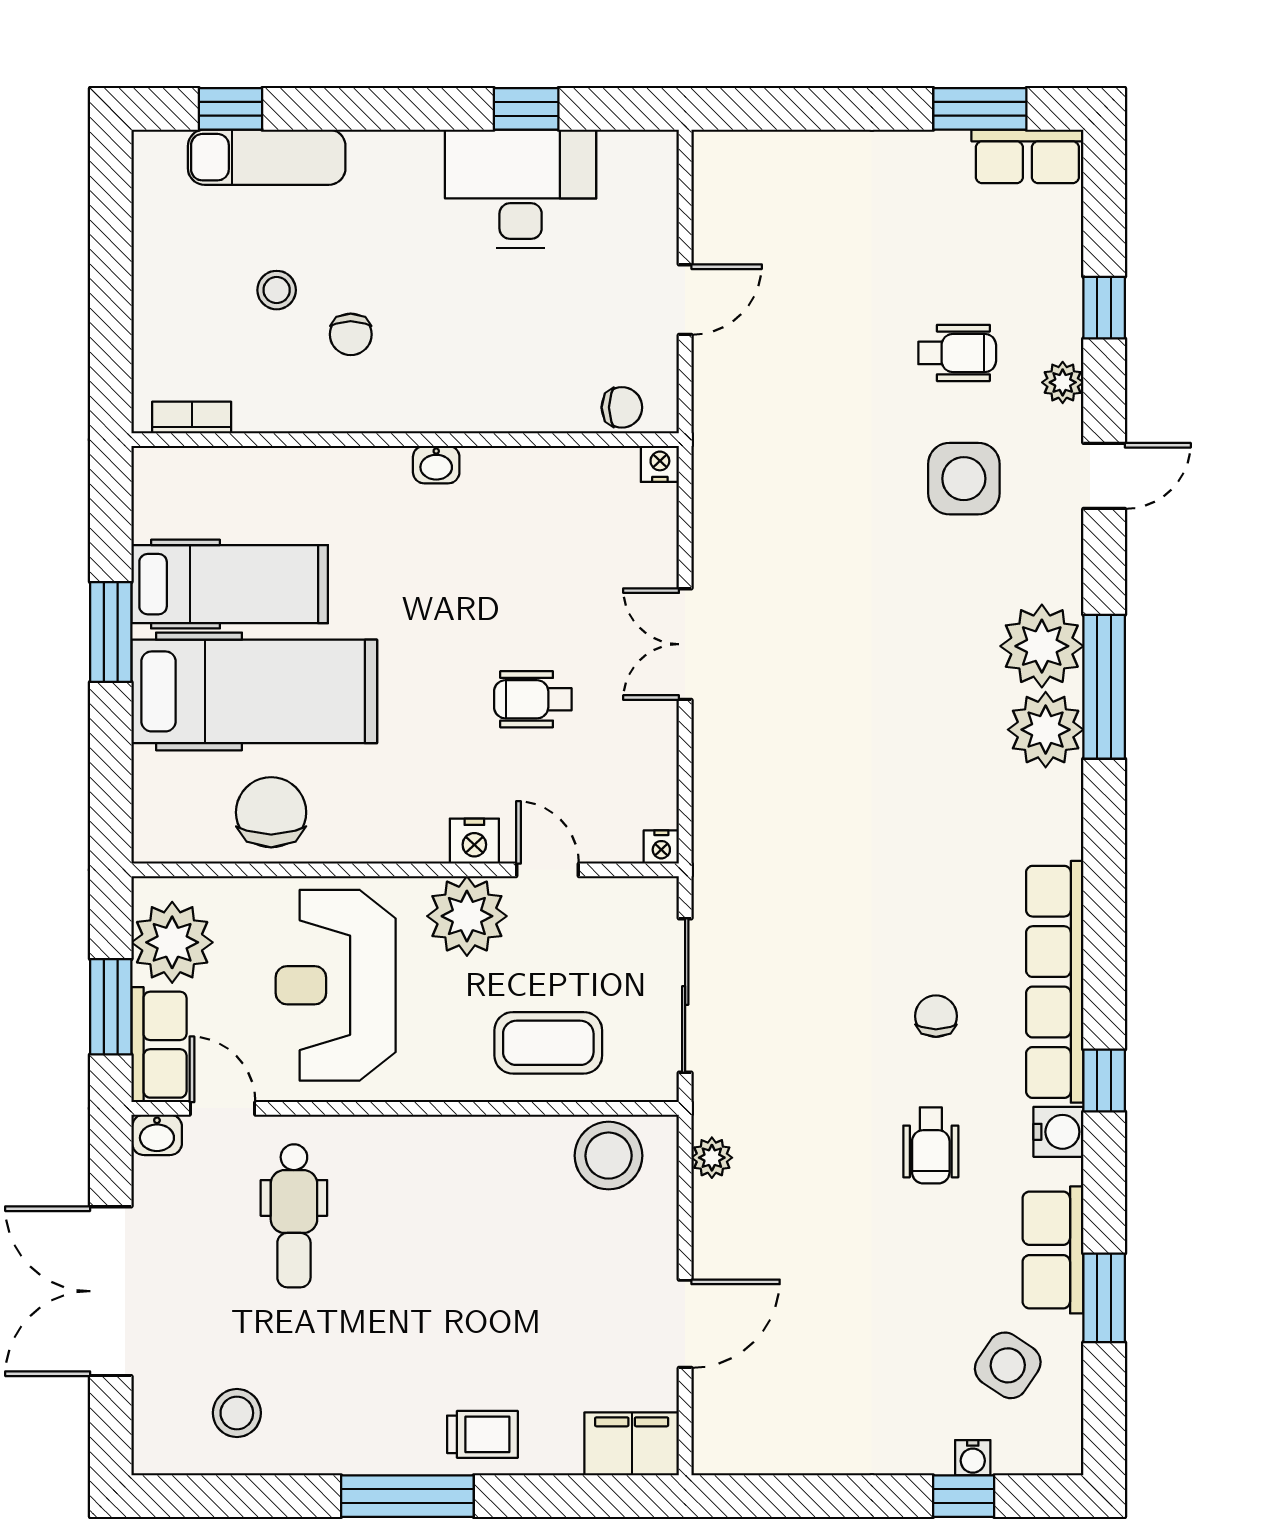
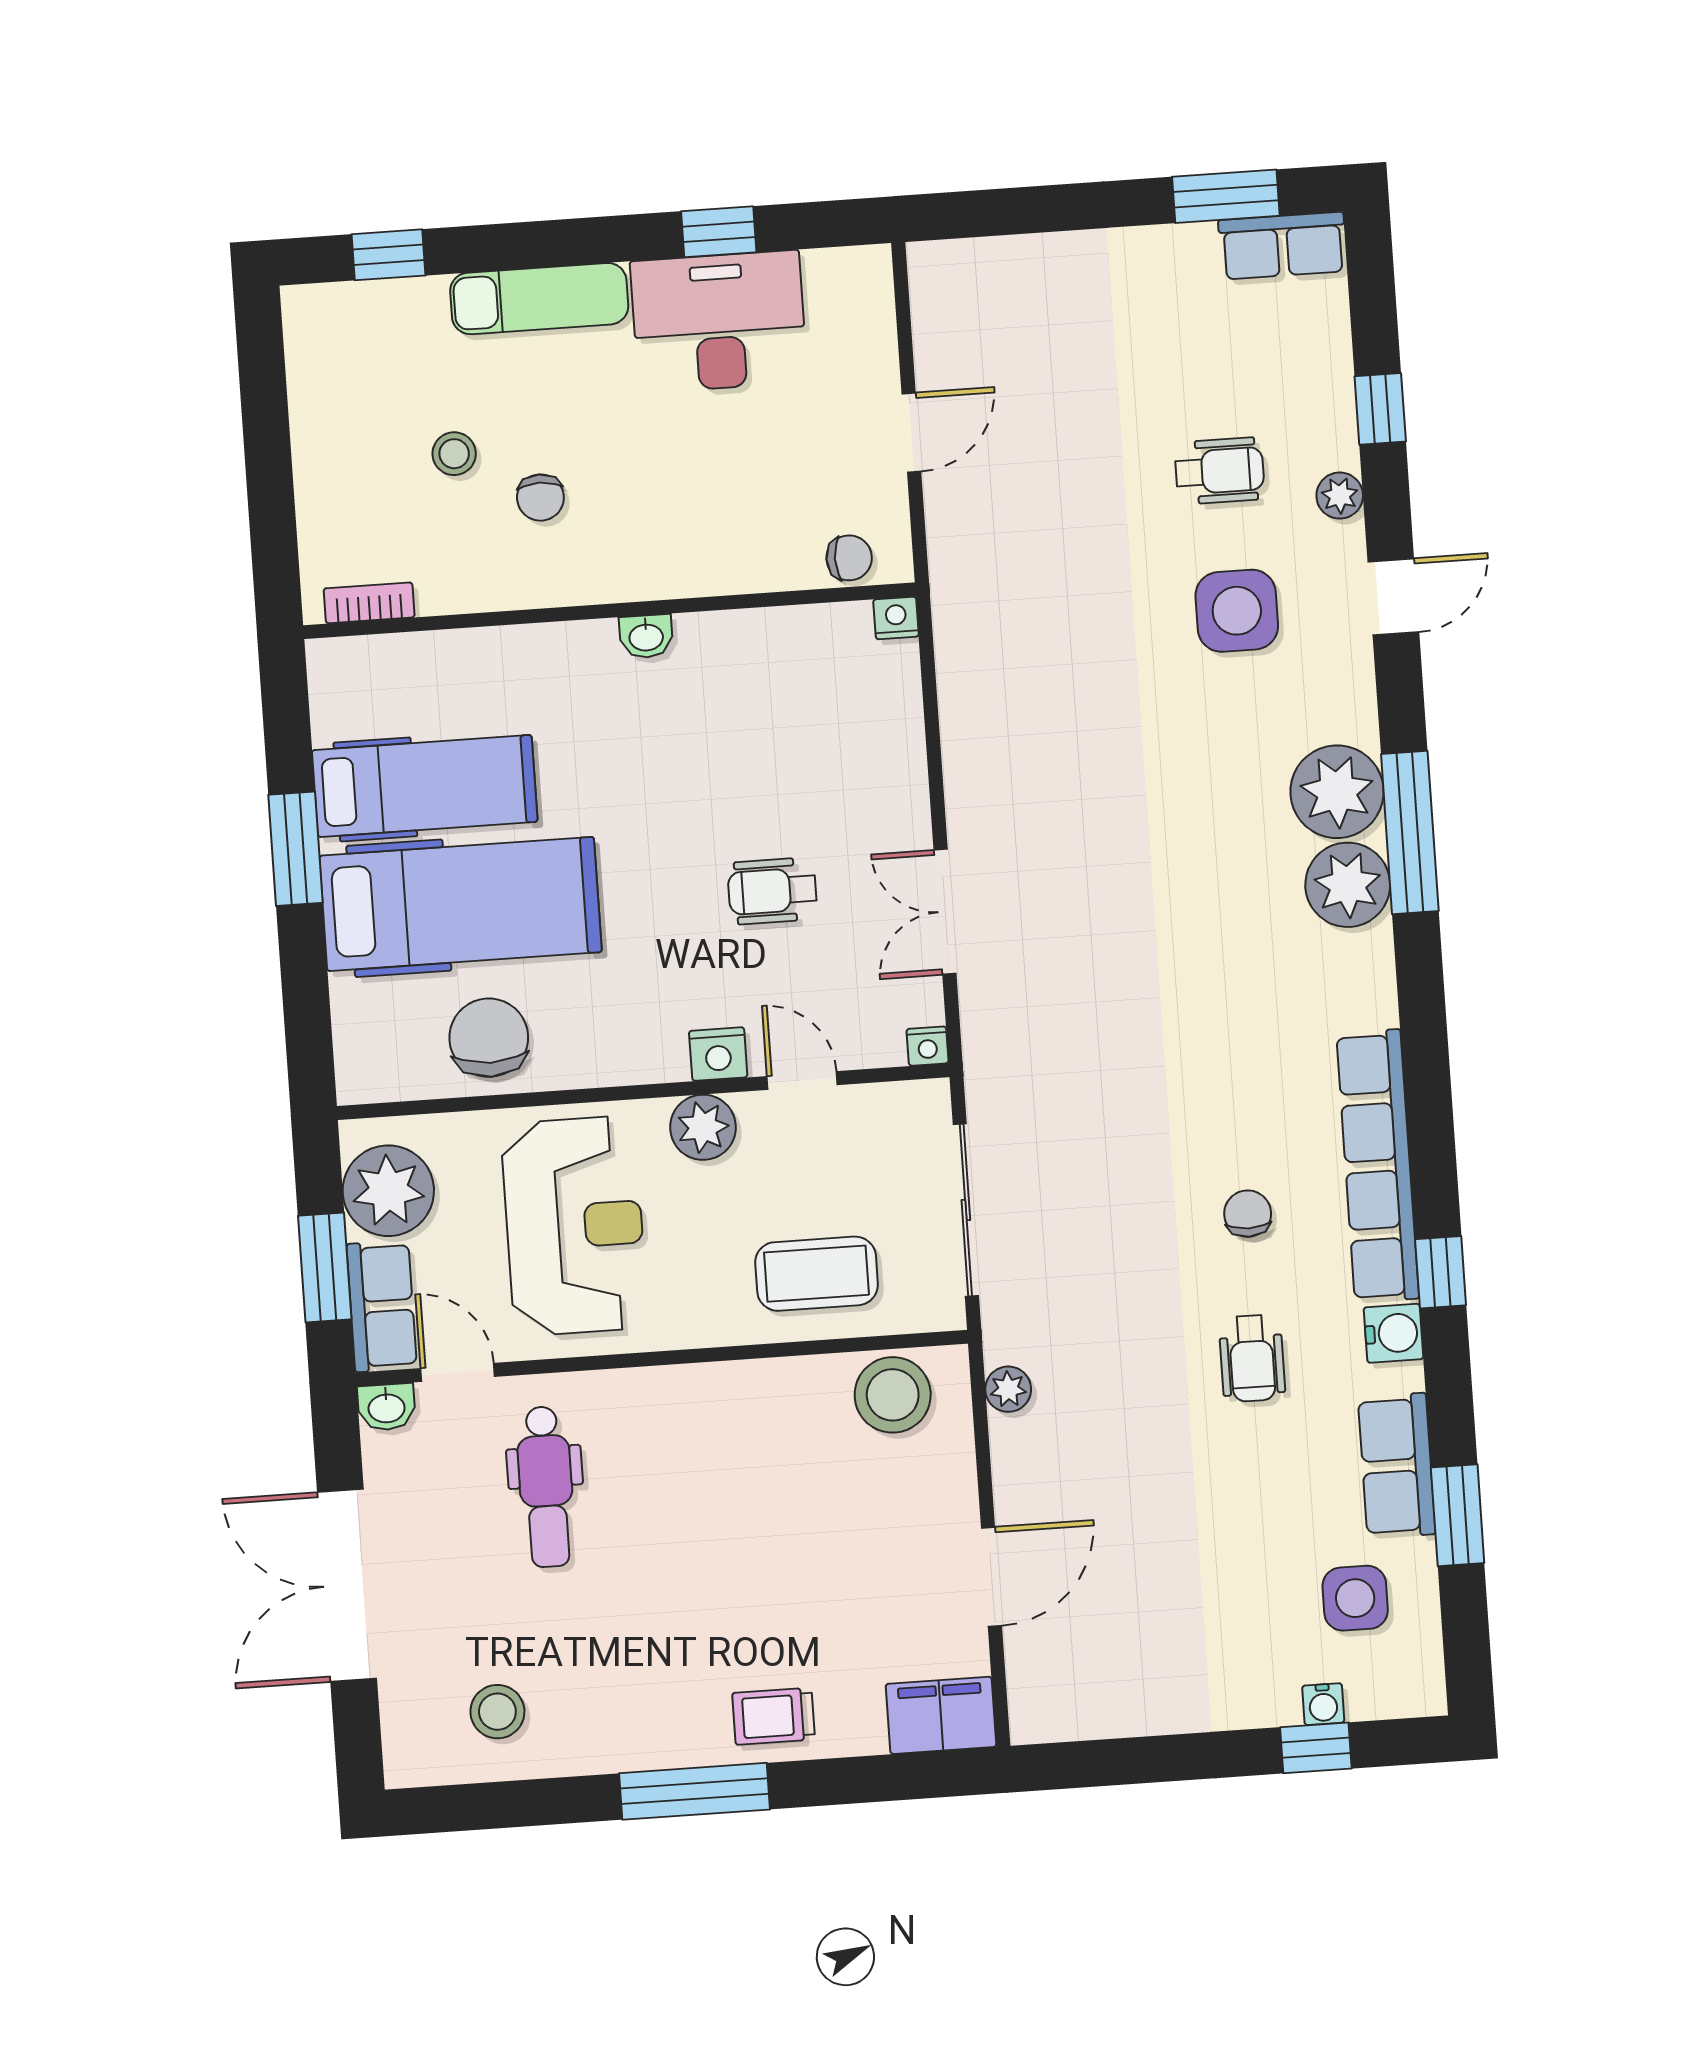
exam couch: (267, 157) -> (539, 299), moved
double door: (685, 644) -> (945, 912), moved
plant: (467, 916) -> (703, 1127), width x0.73, depth x0.73
reception desk: (336, 985) -> (574, 1226), turned 180
side table: (1008, 1365) -> (1355, 1598), turned -34
trolley: (482, 1434) -> (774, 1716), turned 180

